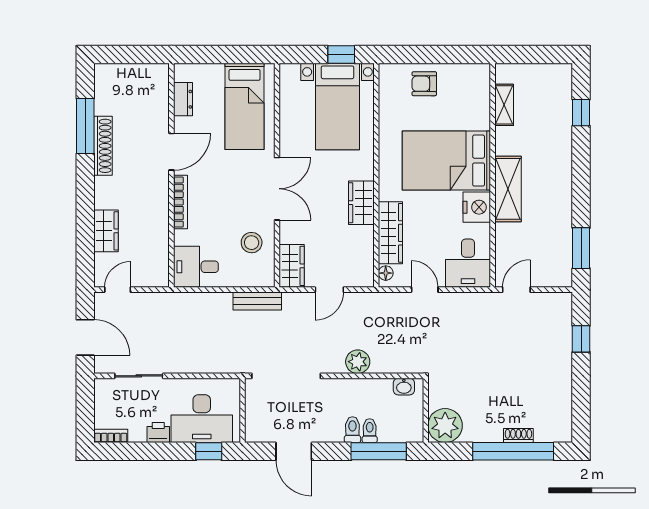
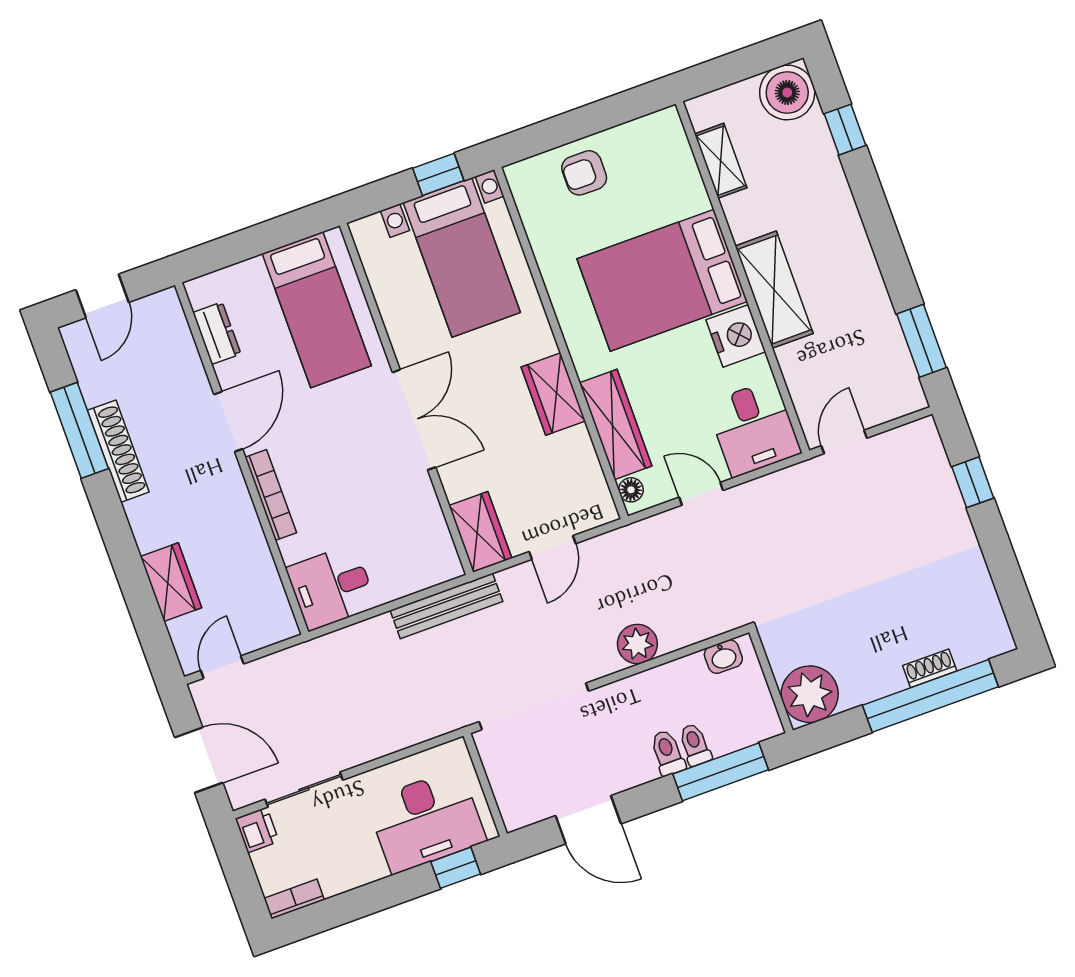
door: (126, 55) -> (102, 296), added
boiler: (556, 80) -> (787, 93), added
stool: (252, 243) -> (405, 518), removed
bench: (257, 301) -> (446, 606), width x1.36
printer: (158, 433) -> (257, 830), moved, turned 90

